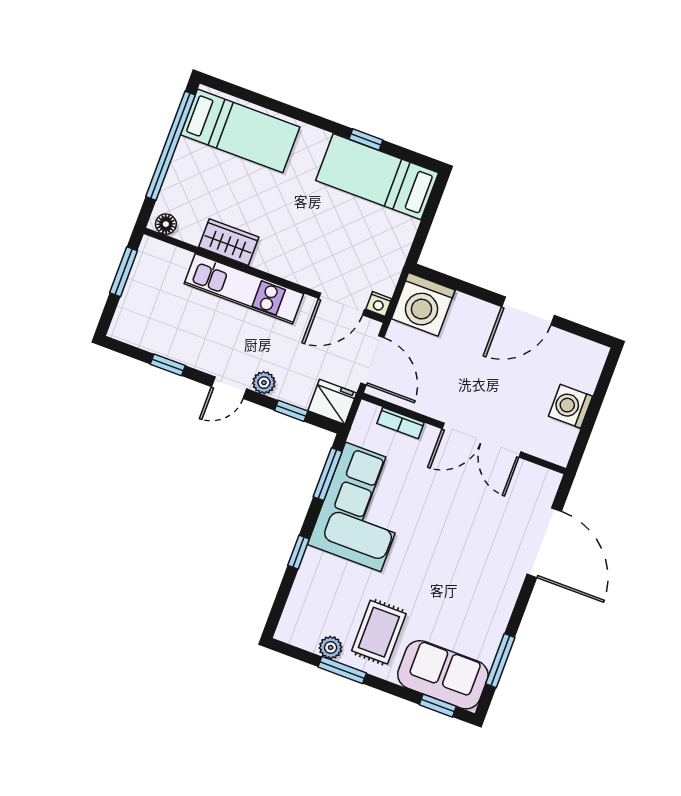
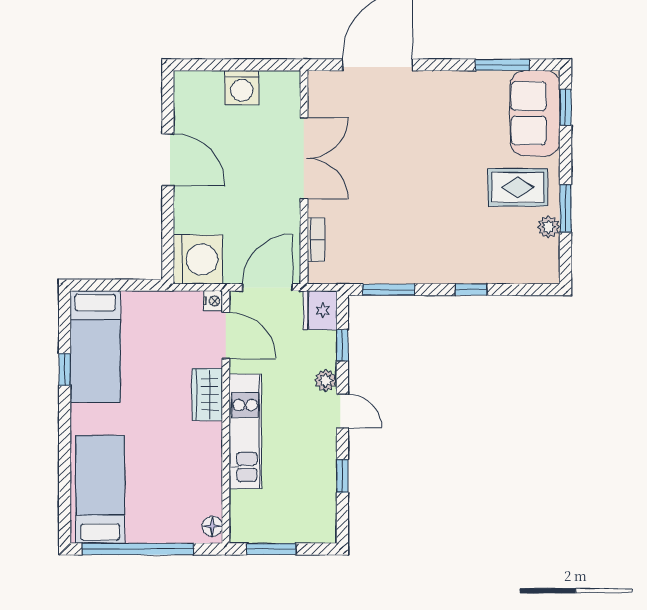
wardrobe: (229, 242) -> (207, 395), moved
corner sofa: (363, 507) -> (407, 245), removed

